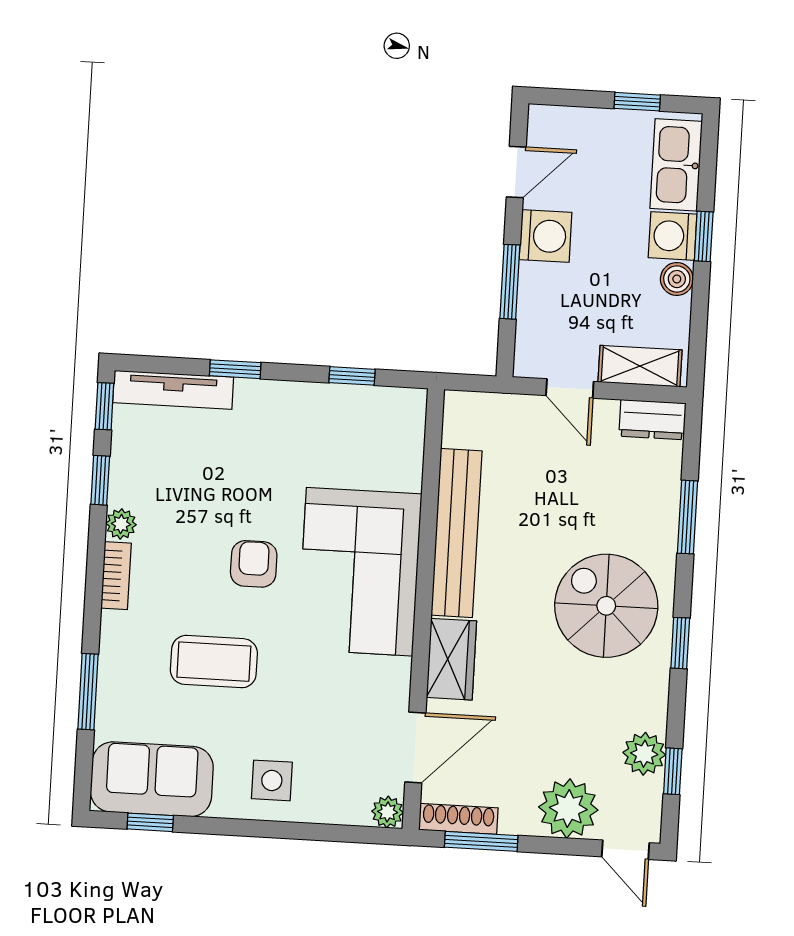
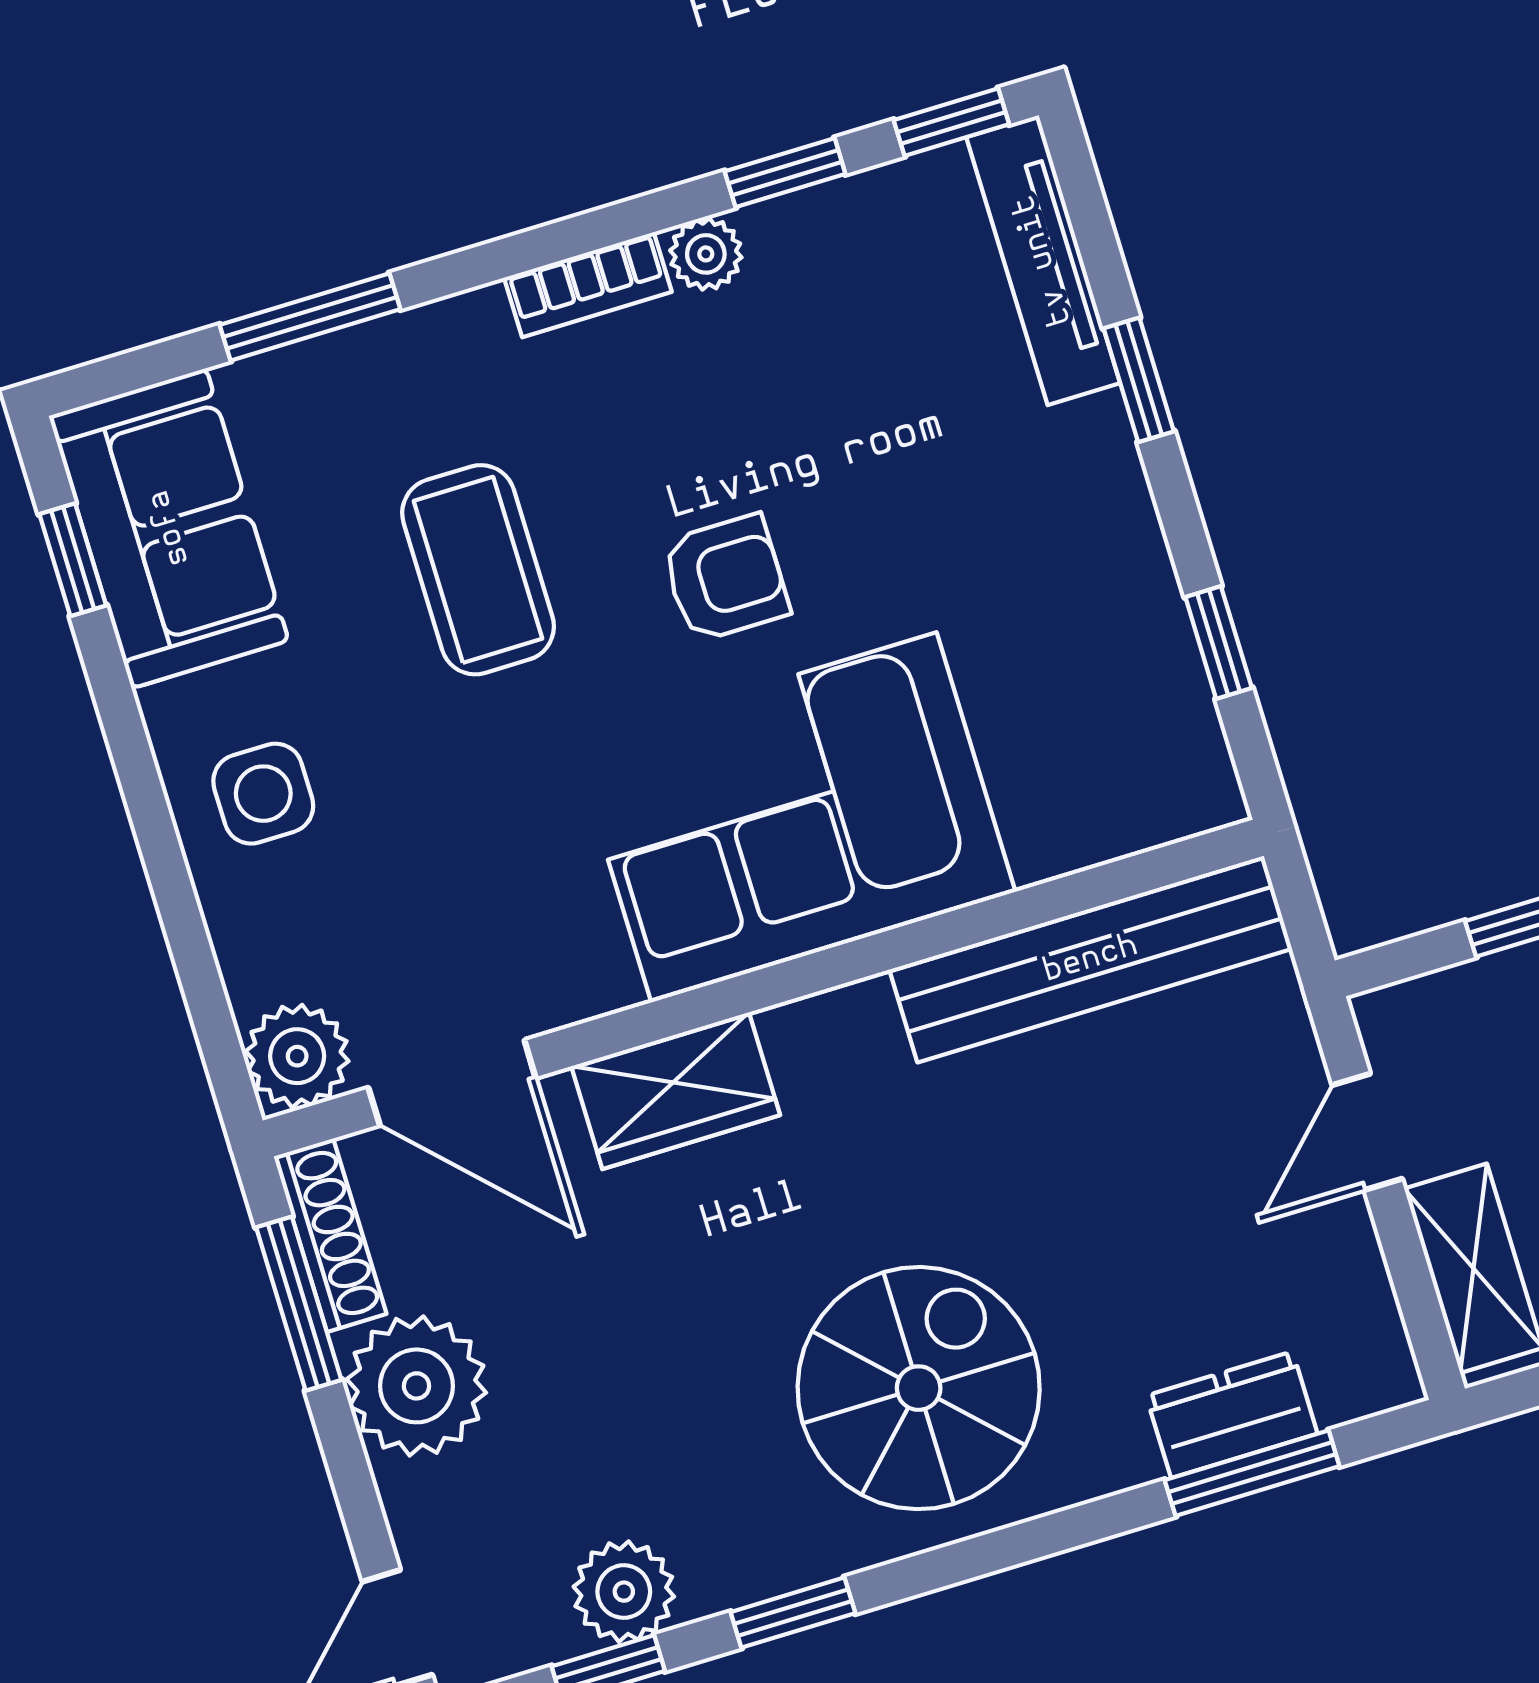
dresser: (652, 420) -> (1232, 1415), moved, turned 90
window: (687, 517) -> (1252, 1473), moved
bench: (456, 533) -> (1091, 959), moved
window: (680, 643) -> (793, 1613), moved
plant: (568, 809) -> (416, 1386), moved
plant: (388, 812) -> (297, 1056), width x1.38, depth x1.38

